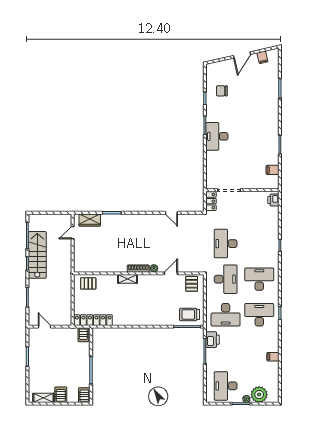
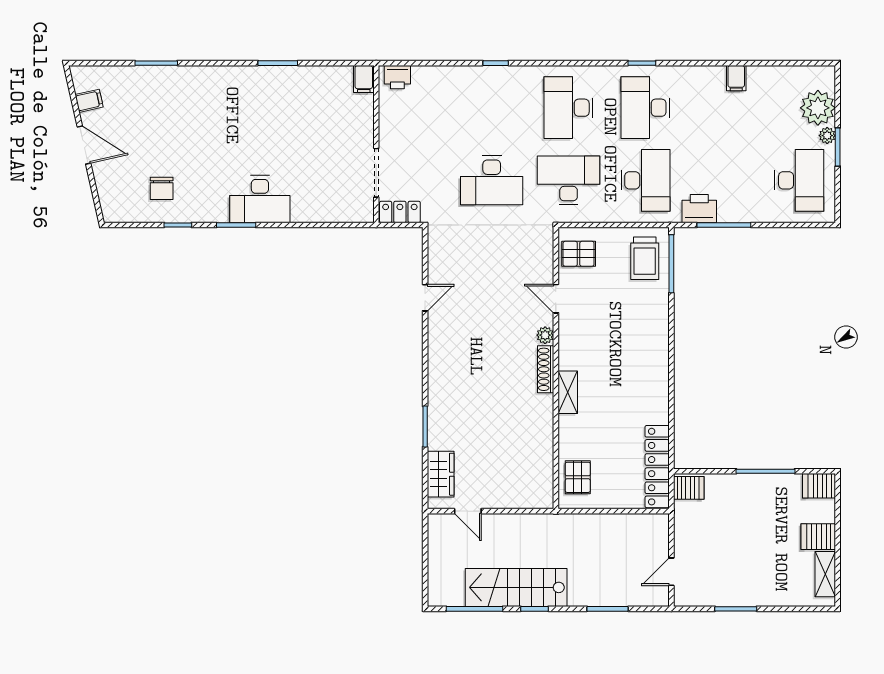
filing cabinet: (273, 170) -> (364, 79), moved
desk: (226, 386) -> (799, 180), turned -90

